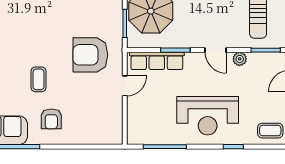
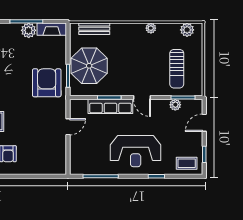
armchair: (90, 55) -> (47, 83), moved, turned 90
plant: (240, 59) -> (175, 105), moved
row of seats: (157, 61) -> (110, 106), moved

